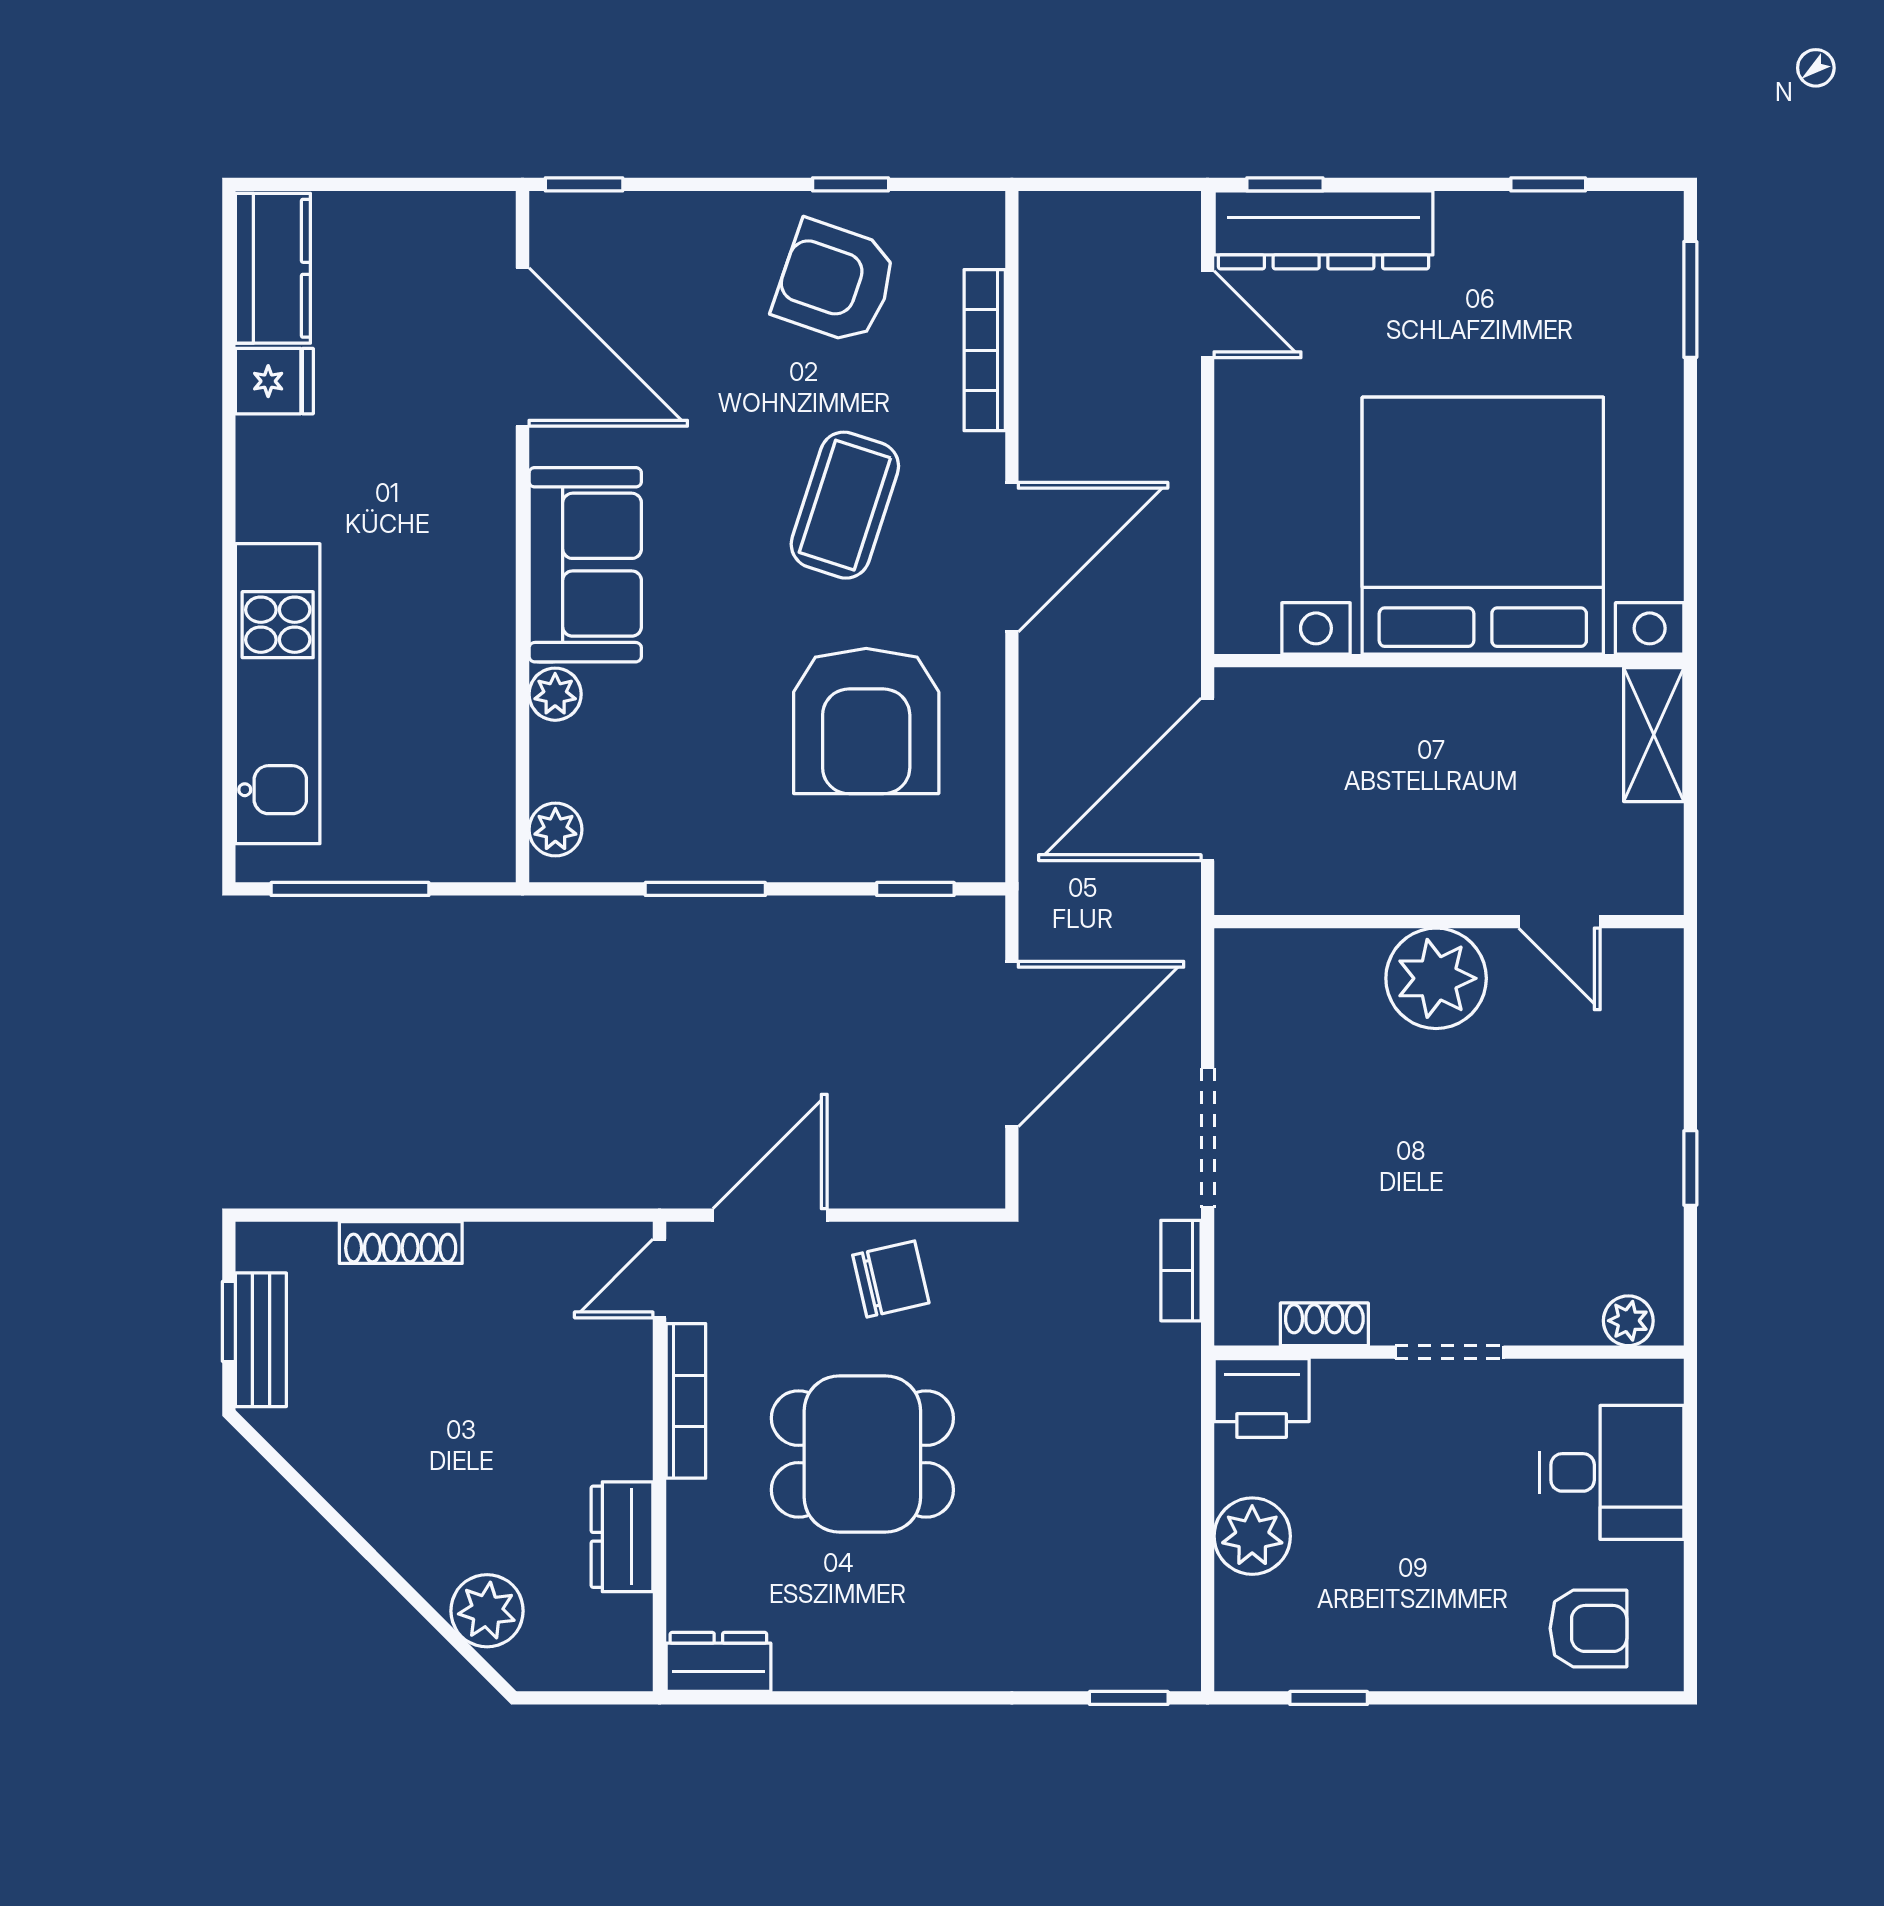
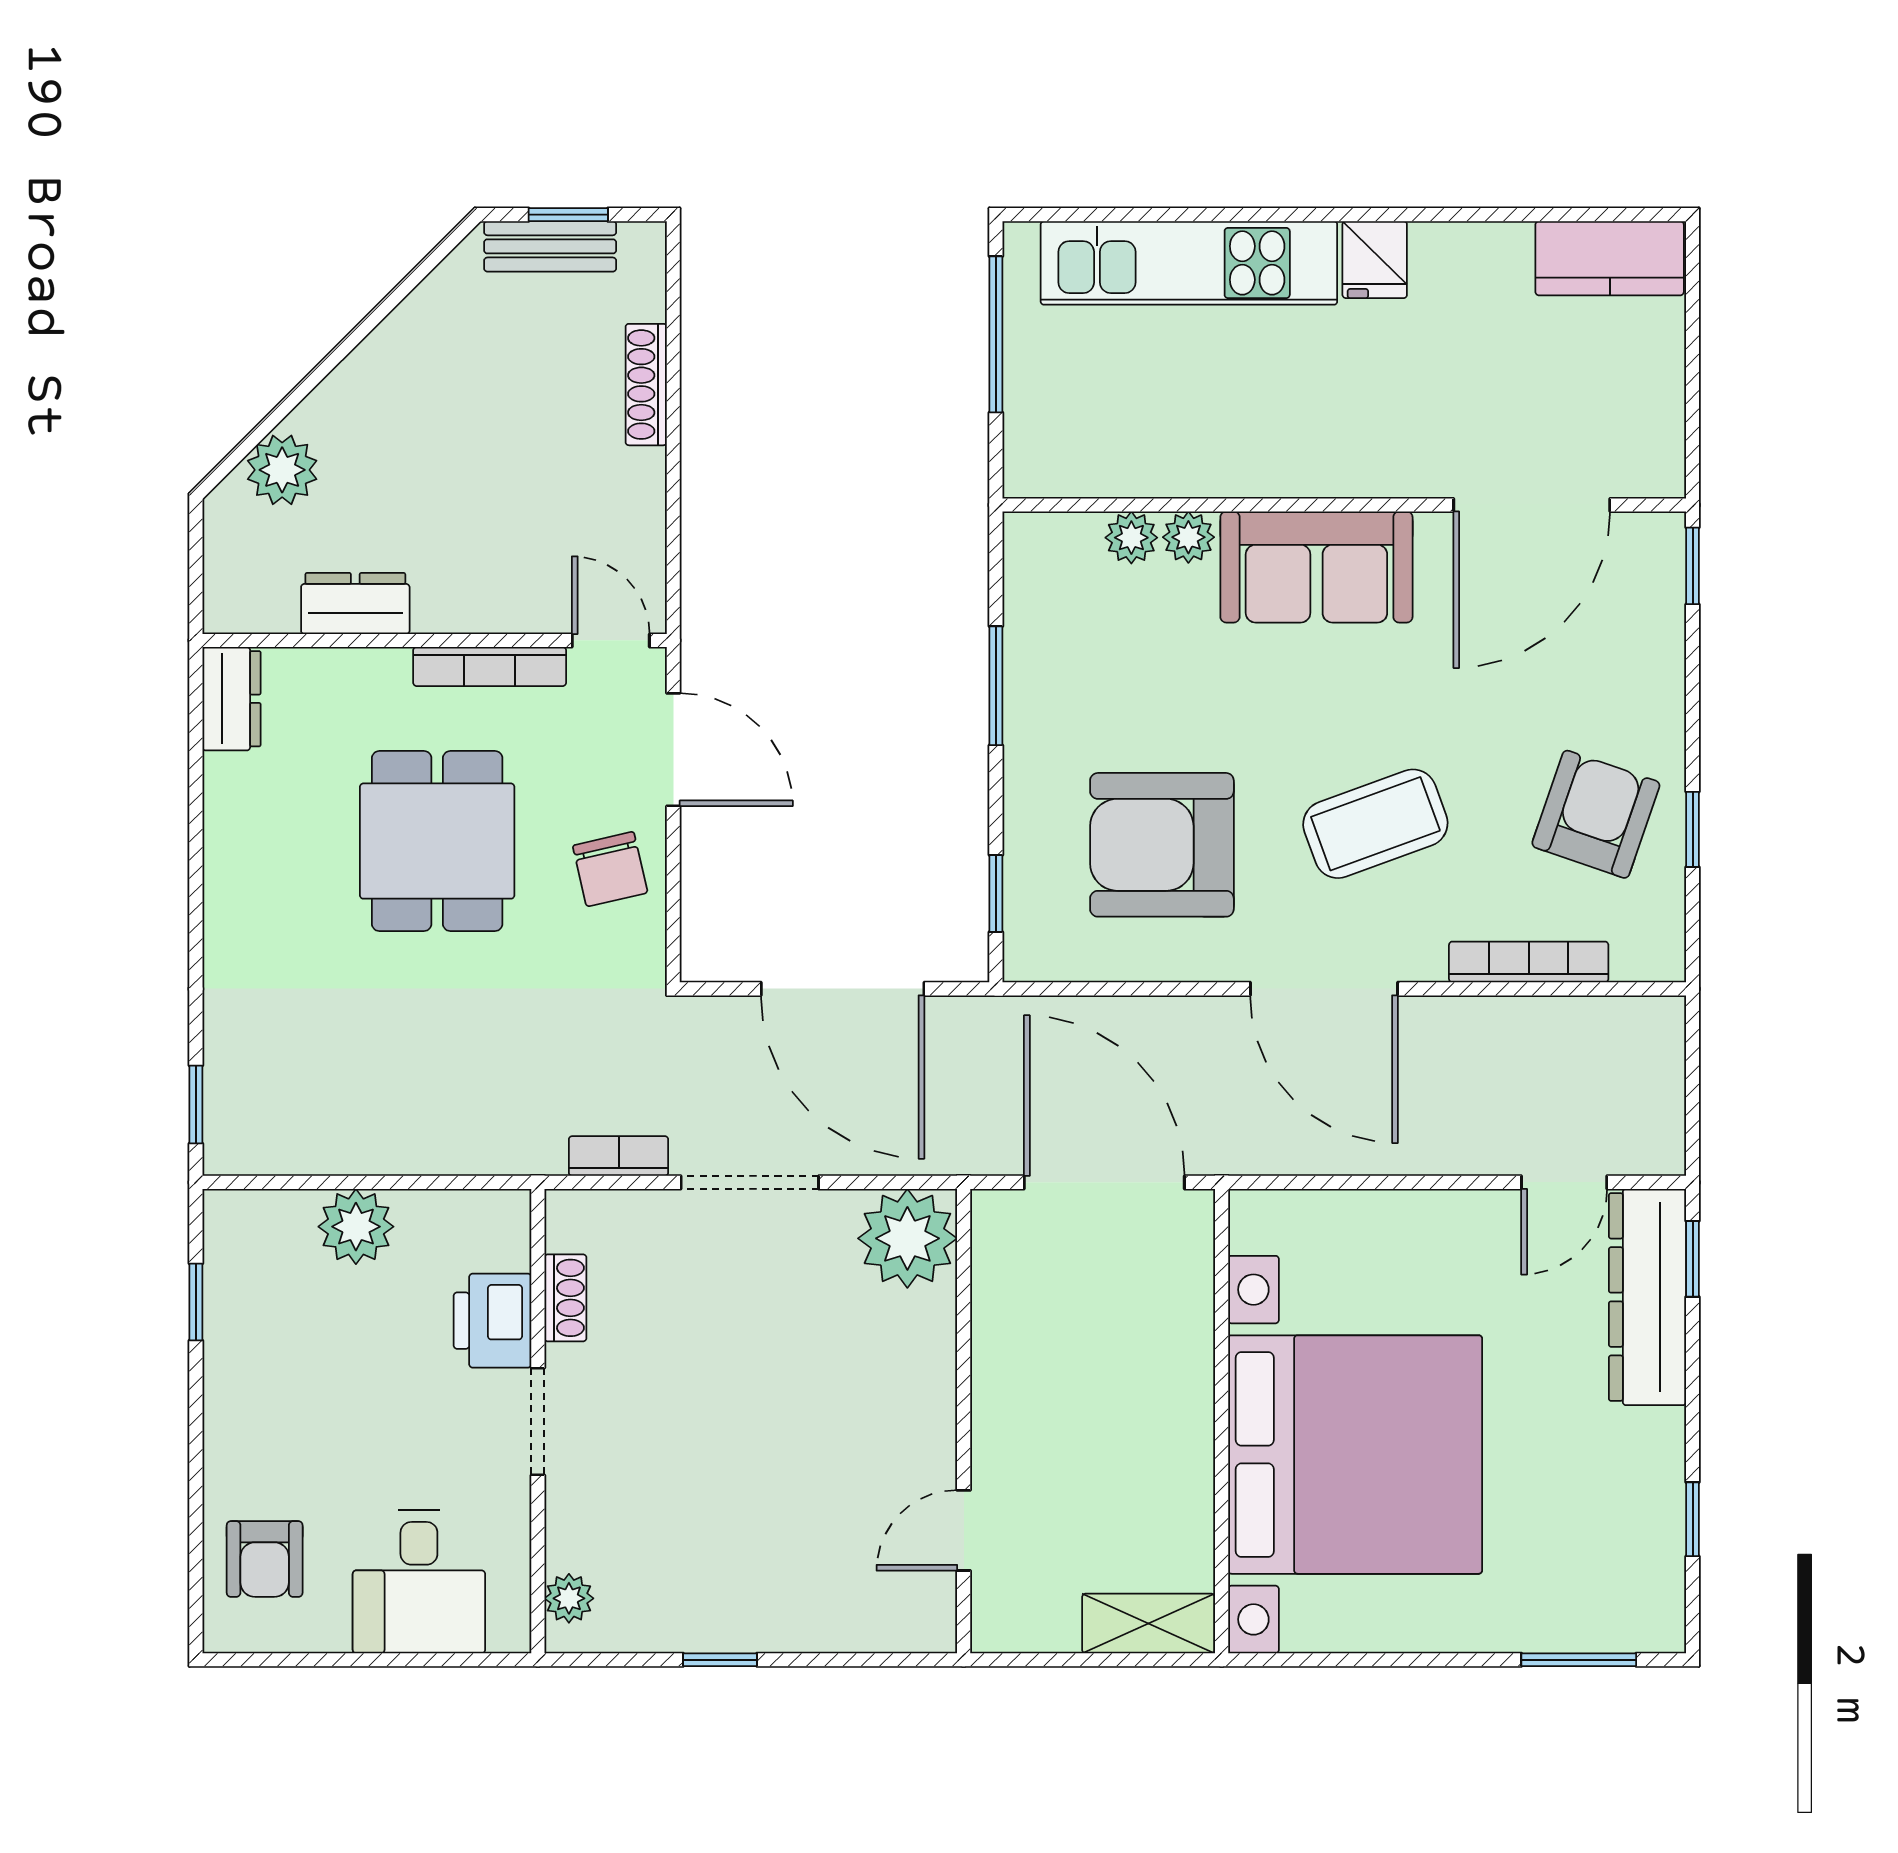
fridge: (274, 381) -> (1375, 260), moved
coffee table: (845, 505) -> (1375, 824), turned -38
plant: (555, 830) -> (1131, 538), moved
plant: (1436, 978) -> (907, 1238), moved
printer: (1262, 1398) -> (493, 1321), moved

